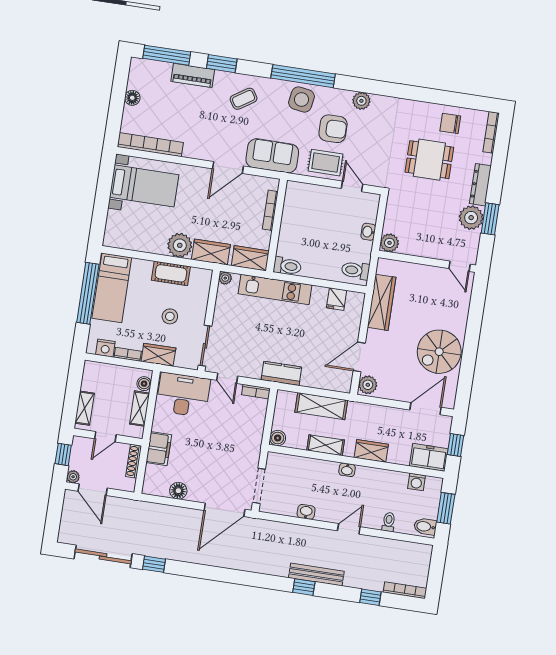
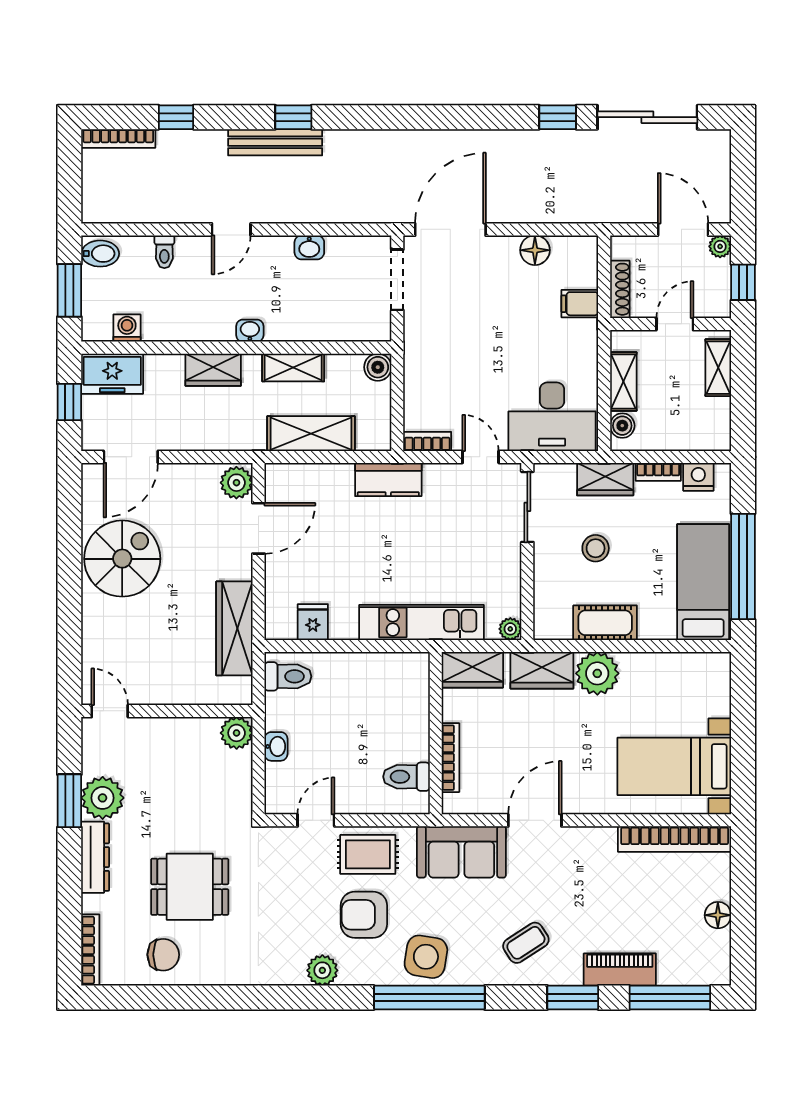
door: (352, 186) -> (316, 820), swing flipped
toilet: (287, 266) -> (406, 777), moved
filing cabinet: (159, 449) -> (580, 304), width x0.50

